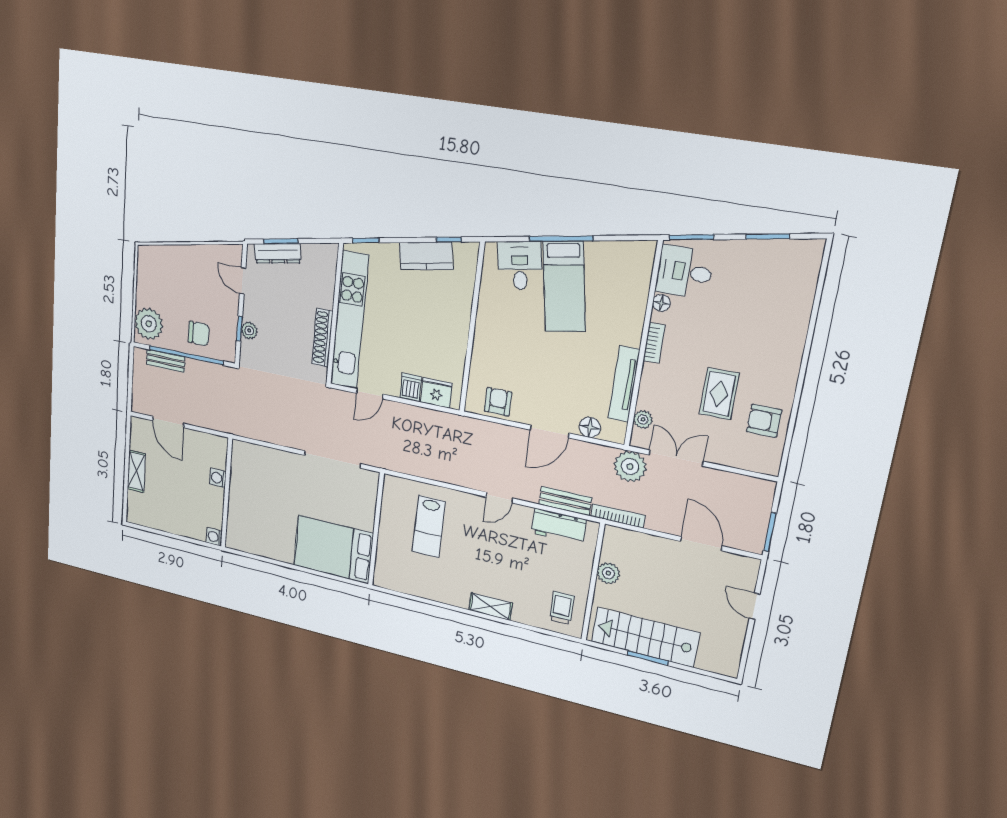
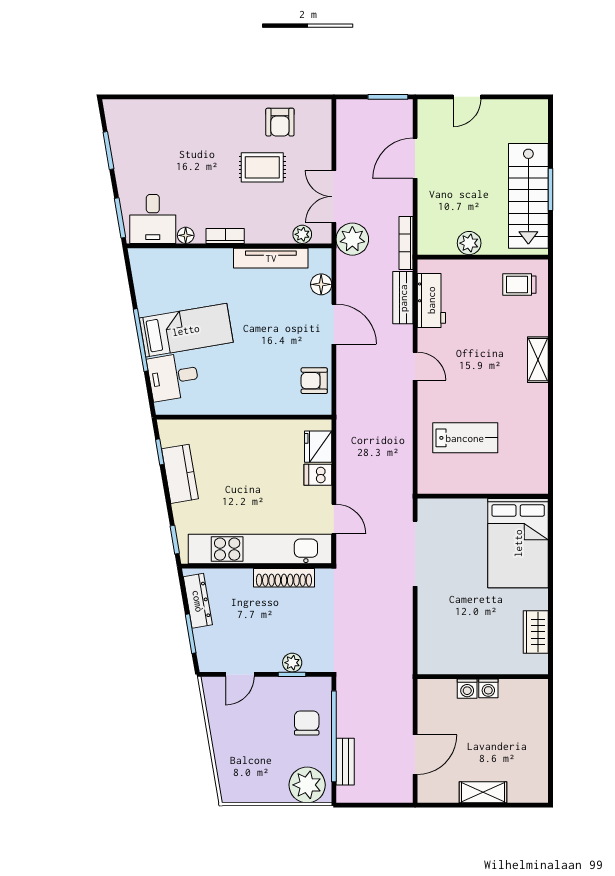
dresser: (278, 253) -> (198, 601), moved
washing machine: (214, 537) -> (488, 688), moved
wardrobe: (259, 546) -> (536, 632), added

